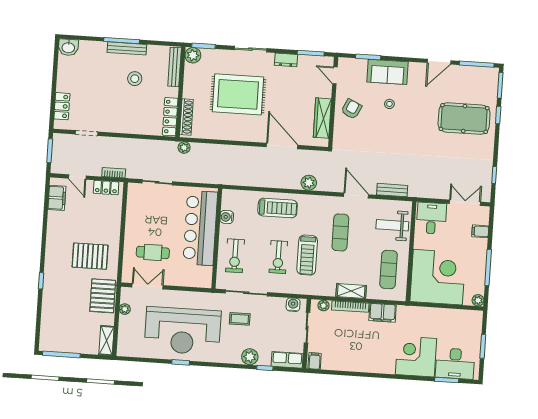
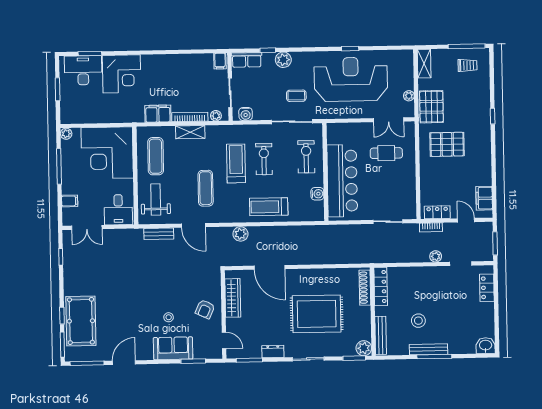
pool table: (464, 119) -> (81, 321), moved, turned 90
plant: (184, 148) -> (436, 256), moved
weight bench: (392, 225) -> (156, 200), turned -90
trolley: (62, 335) -> (467, 65), added

